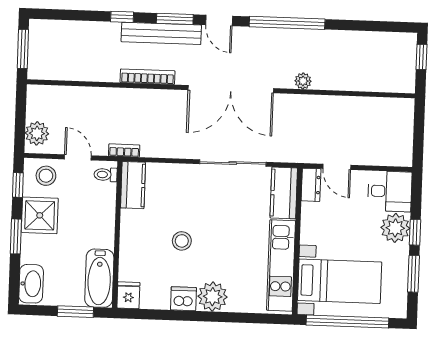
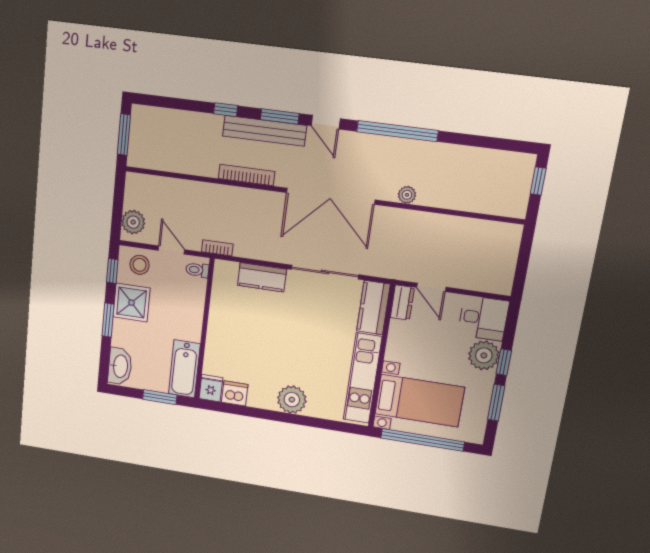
kitchen counter: (133, 185) -> (262, 277), moved, turned 90
stool: (182, 241) -> (267, 343), removed
dishwasher: (183, 299) -> (235, 393), moved

